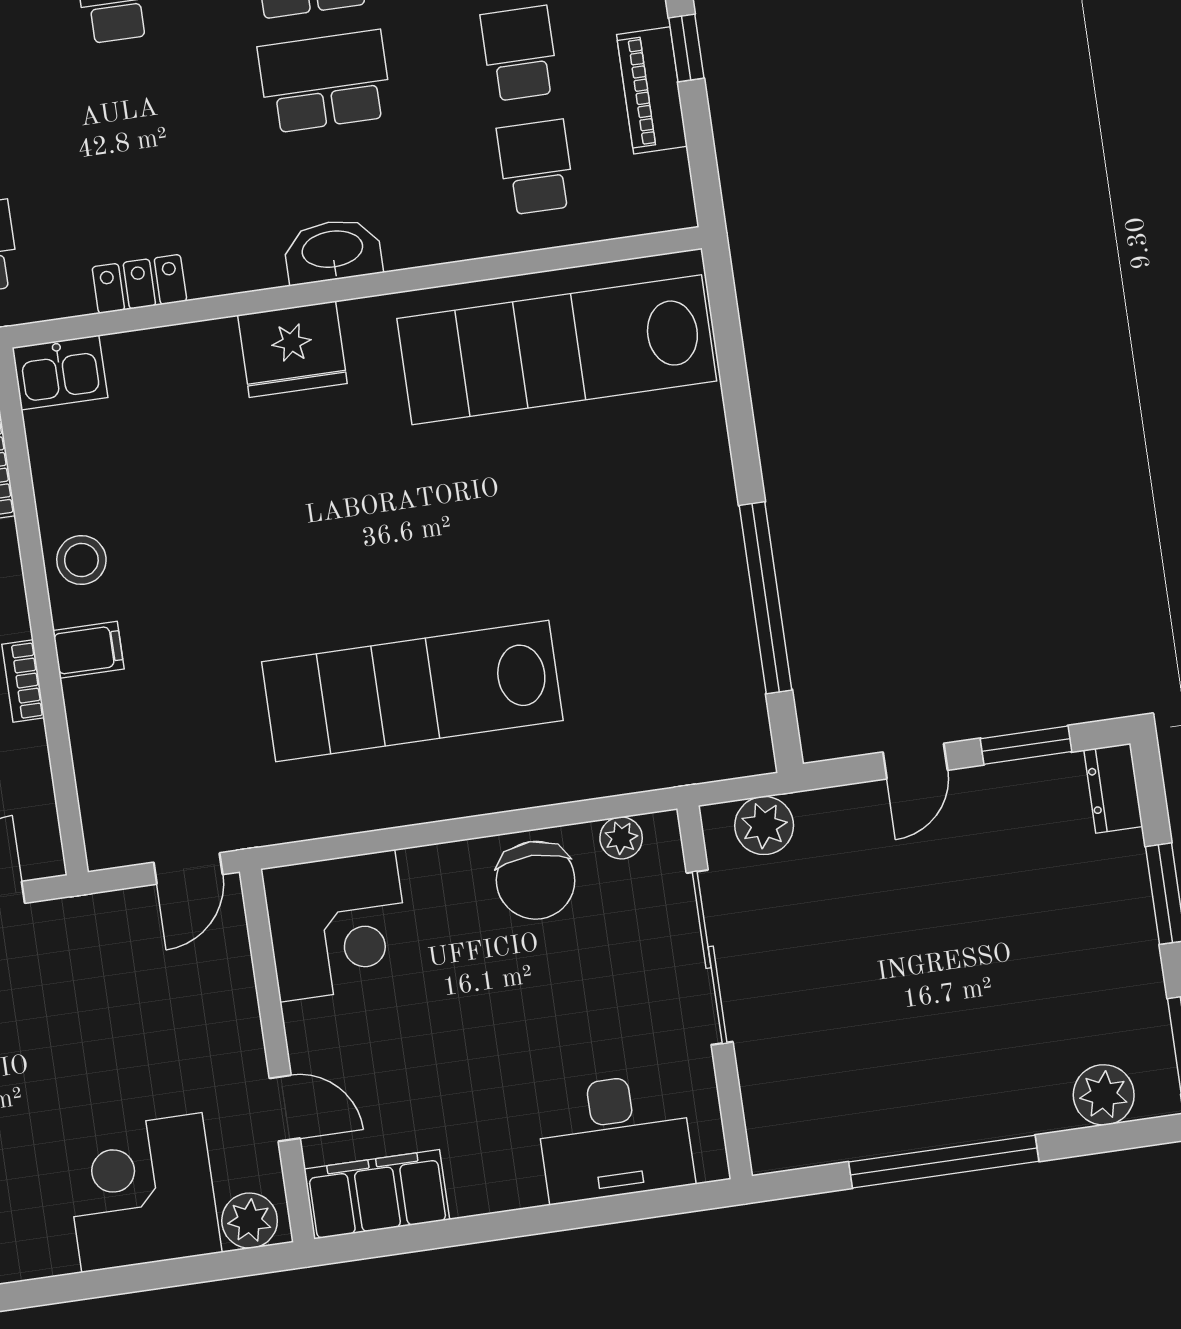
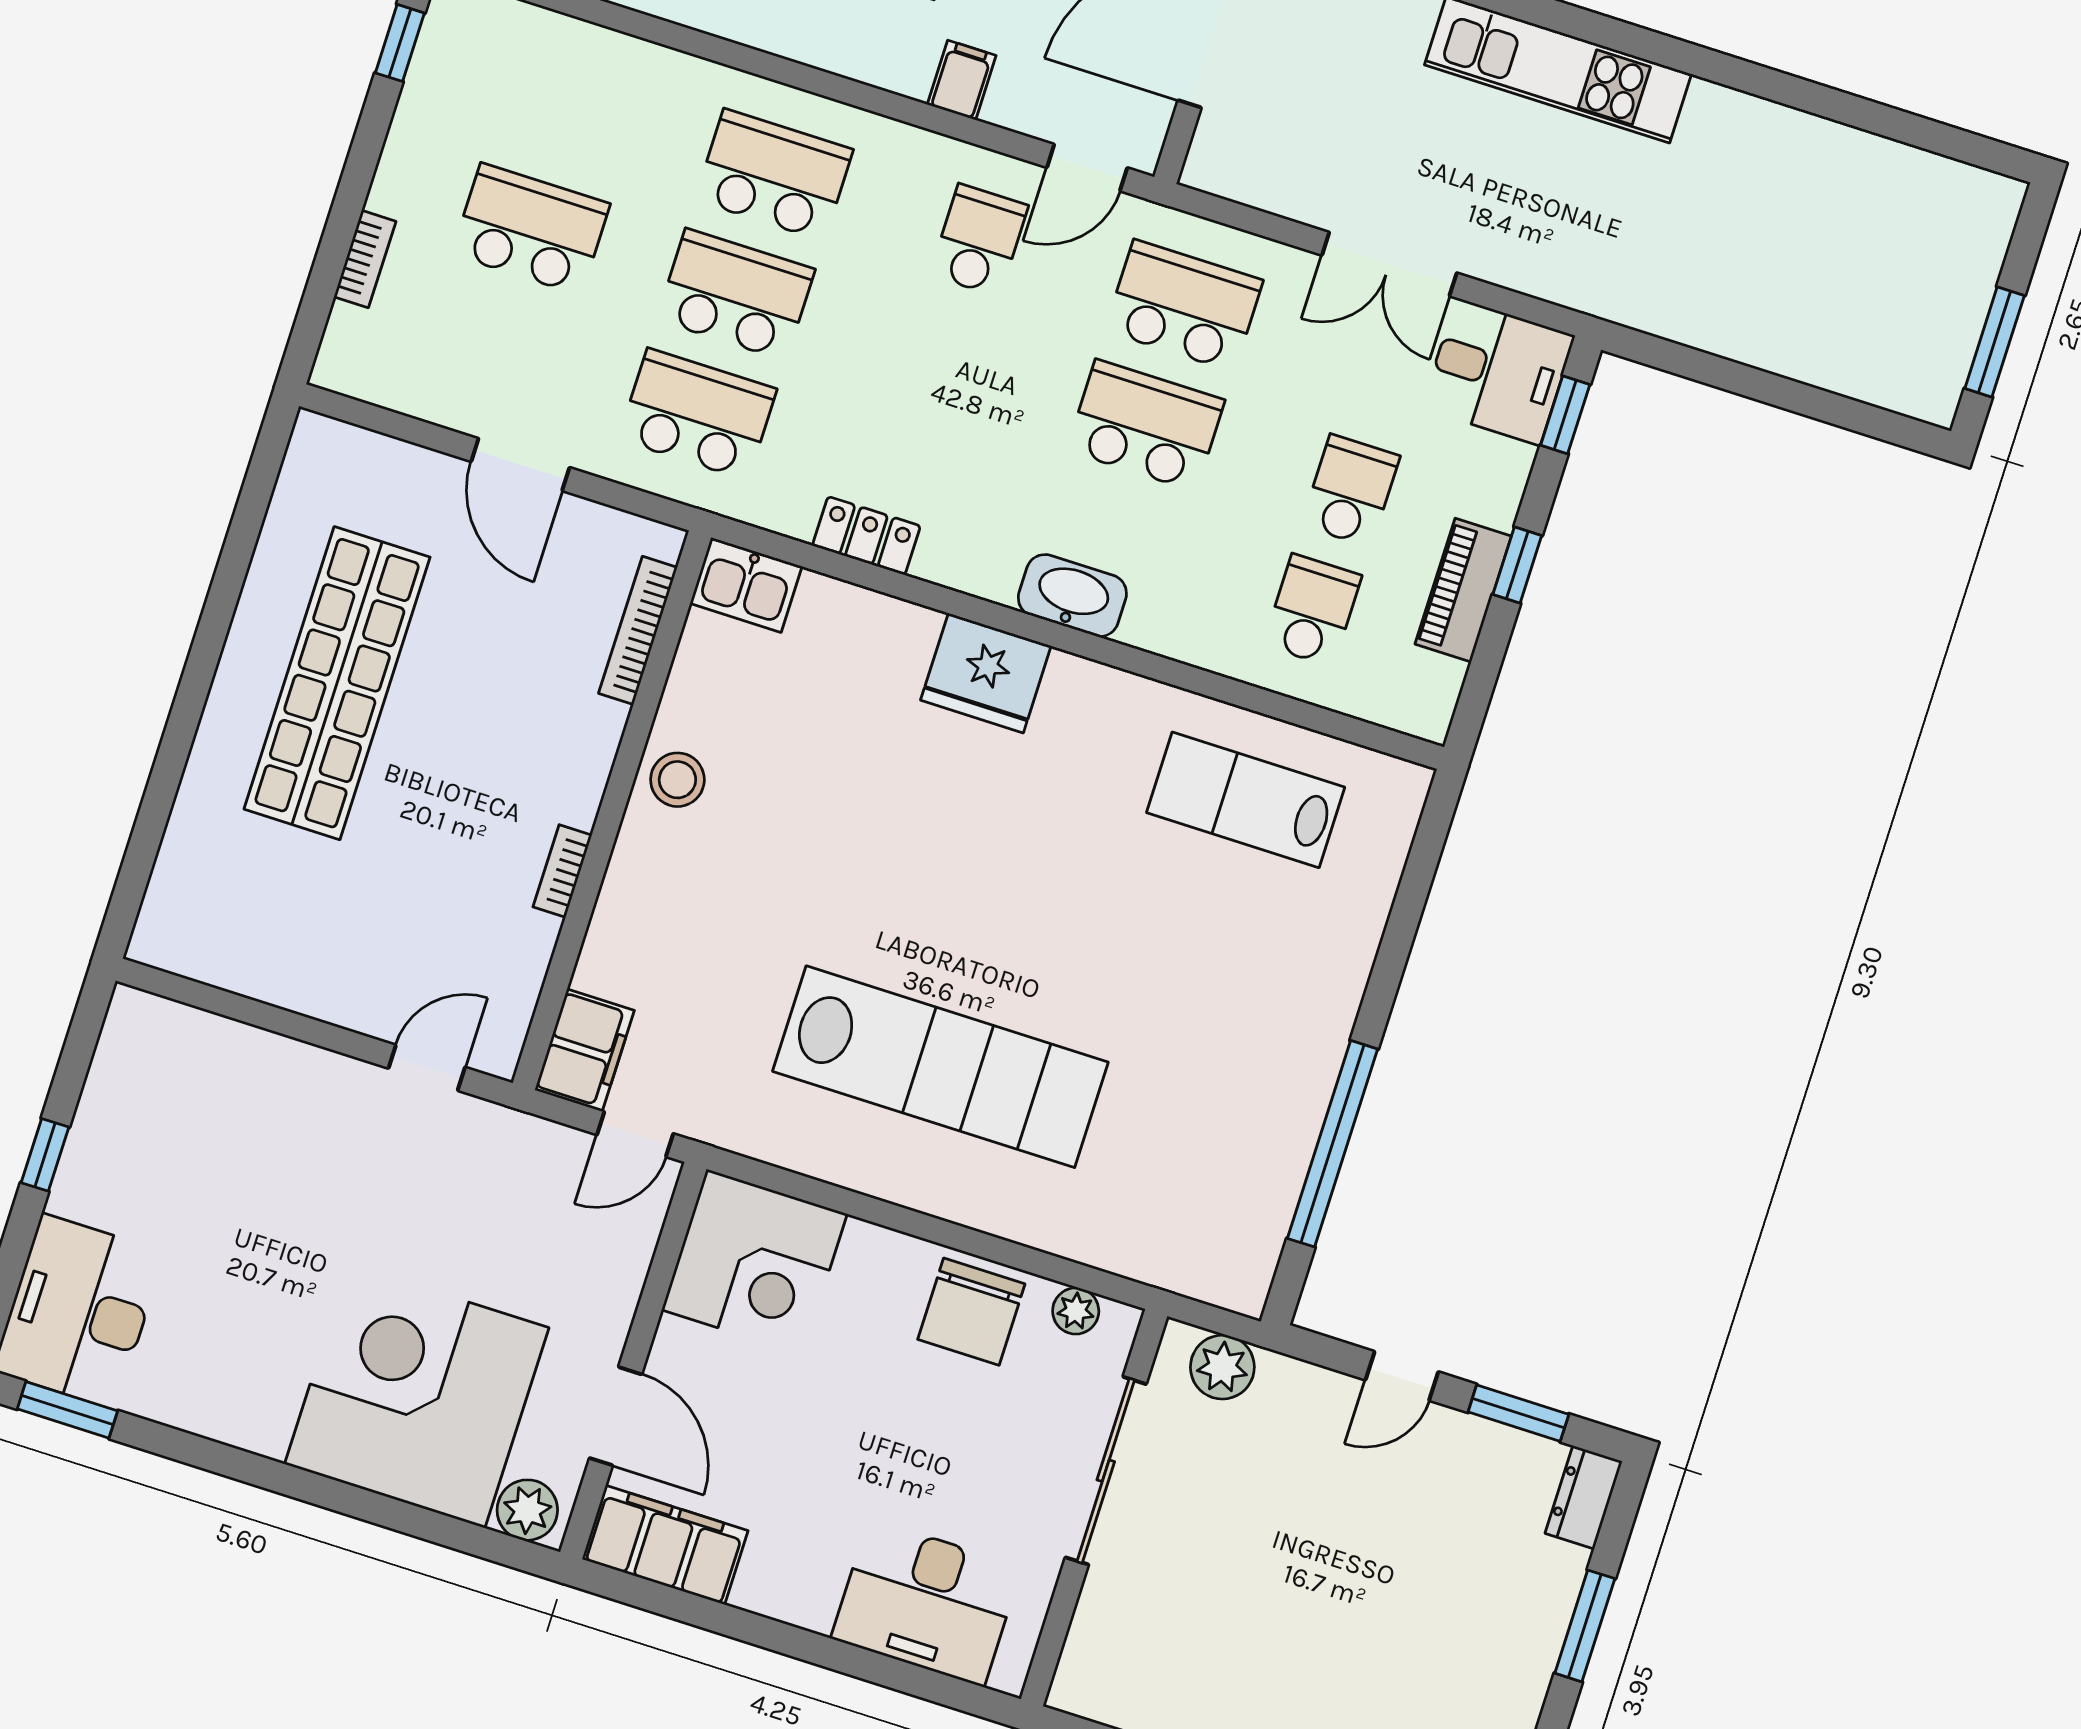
lab bench: (557, 350) -> (1246, 800), width x0.54, depth x0.72
filing cabinet: (88, 650) -> (584, 1050), moved, width x2.00
lab bench: (412, 691) -> (940, 1067), turned 180
door: (285, 1108) -> (616, 1416), width x1.38
corner desk: (142, 1193) -> (417, 1396), width x1.36, depth x1.36

